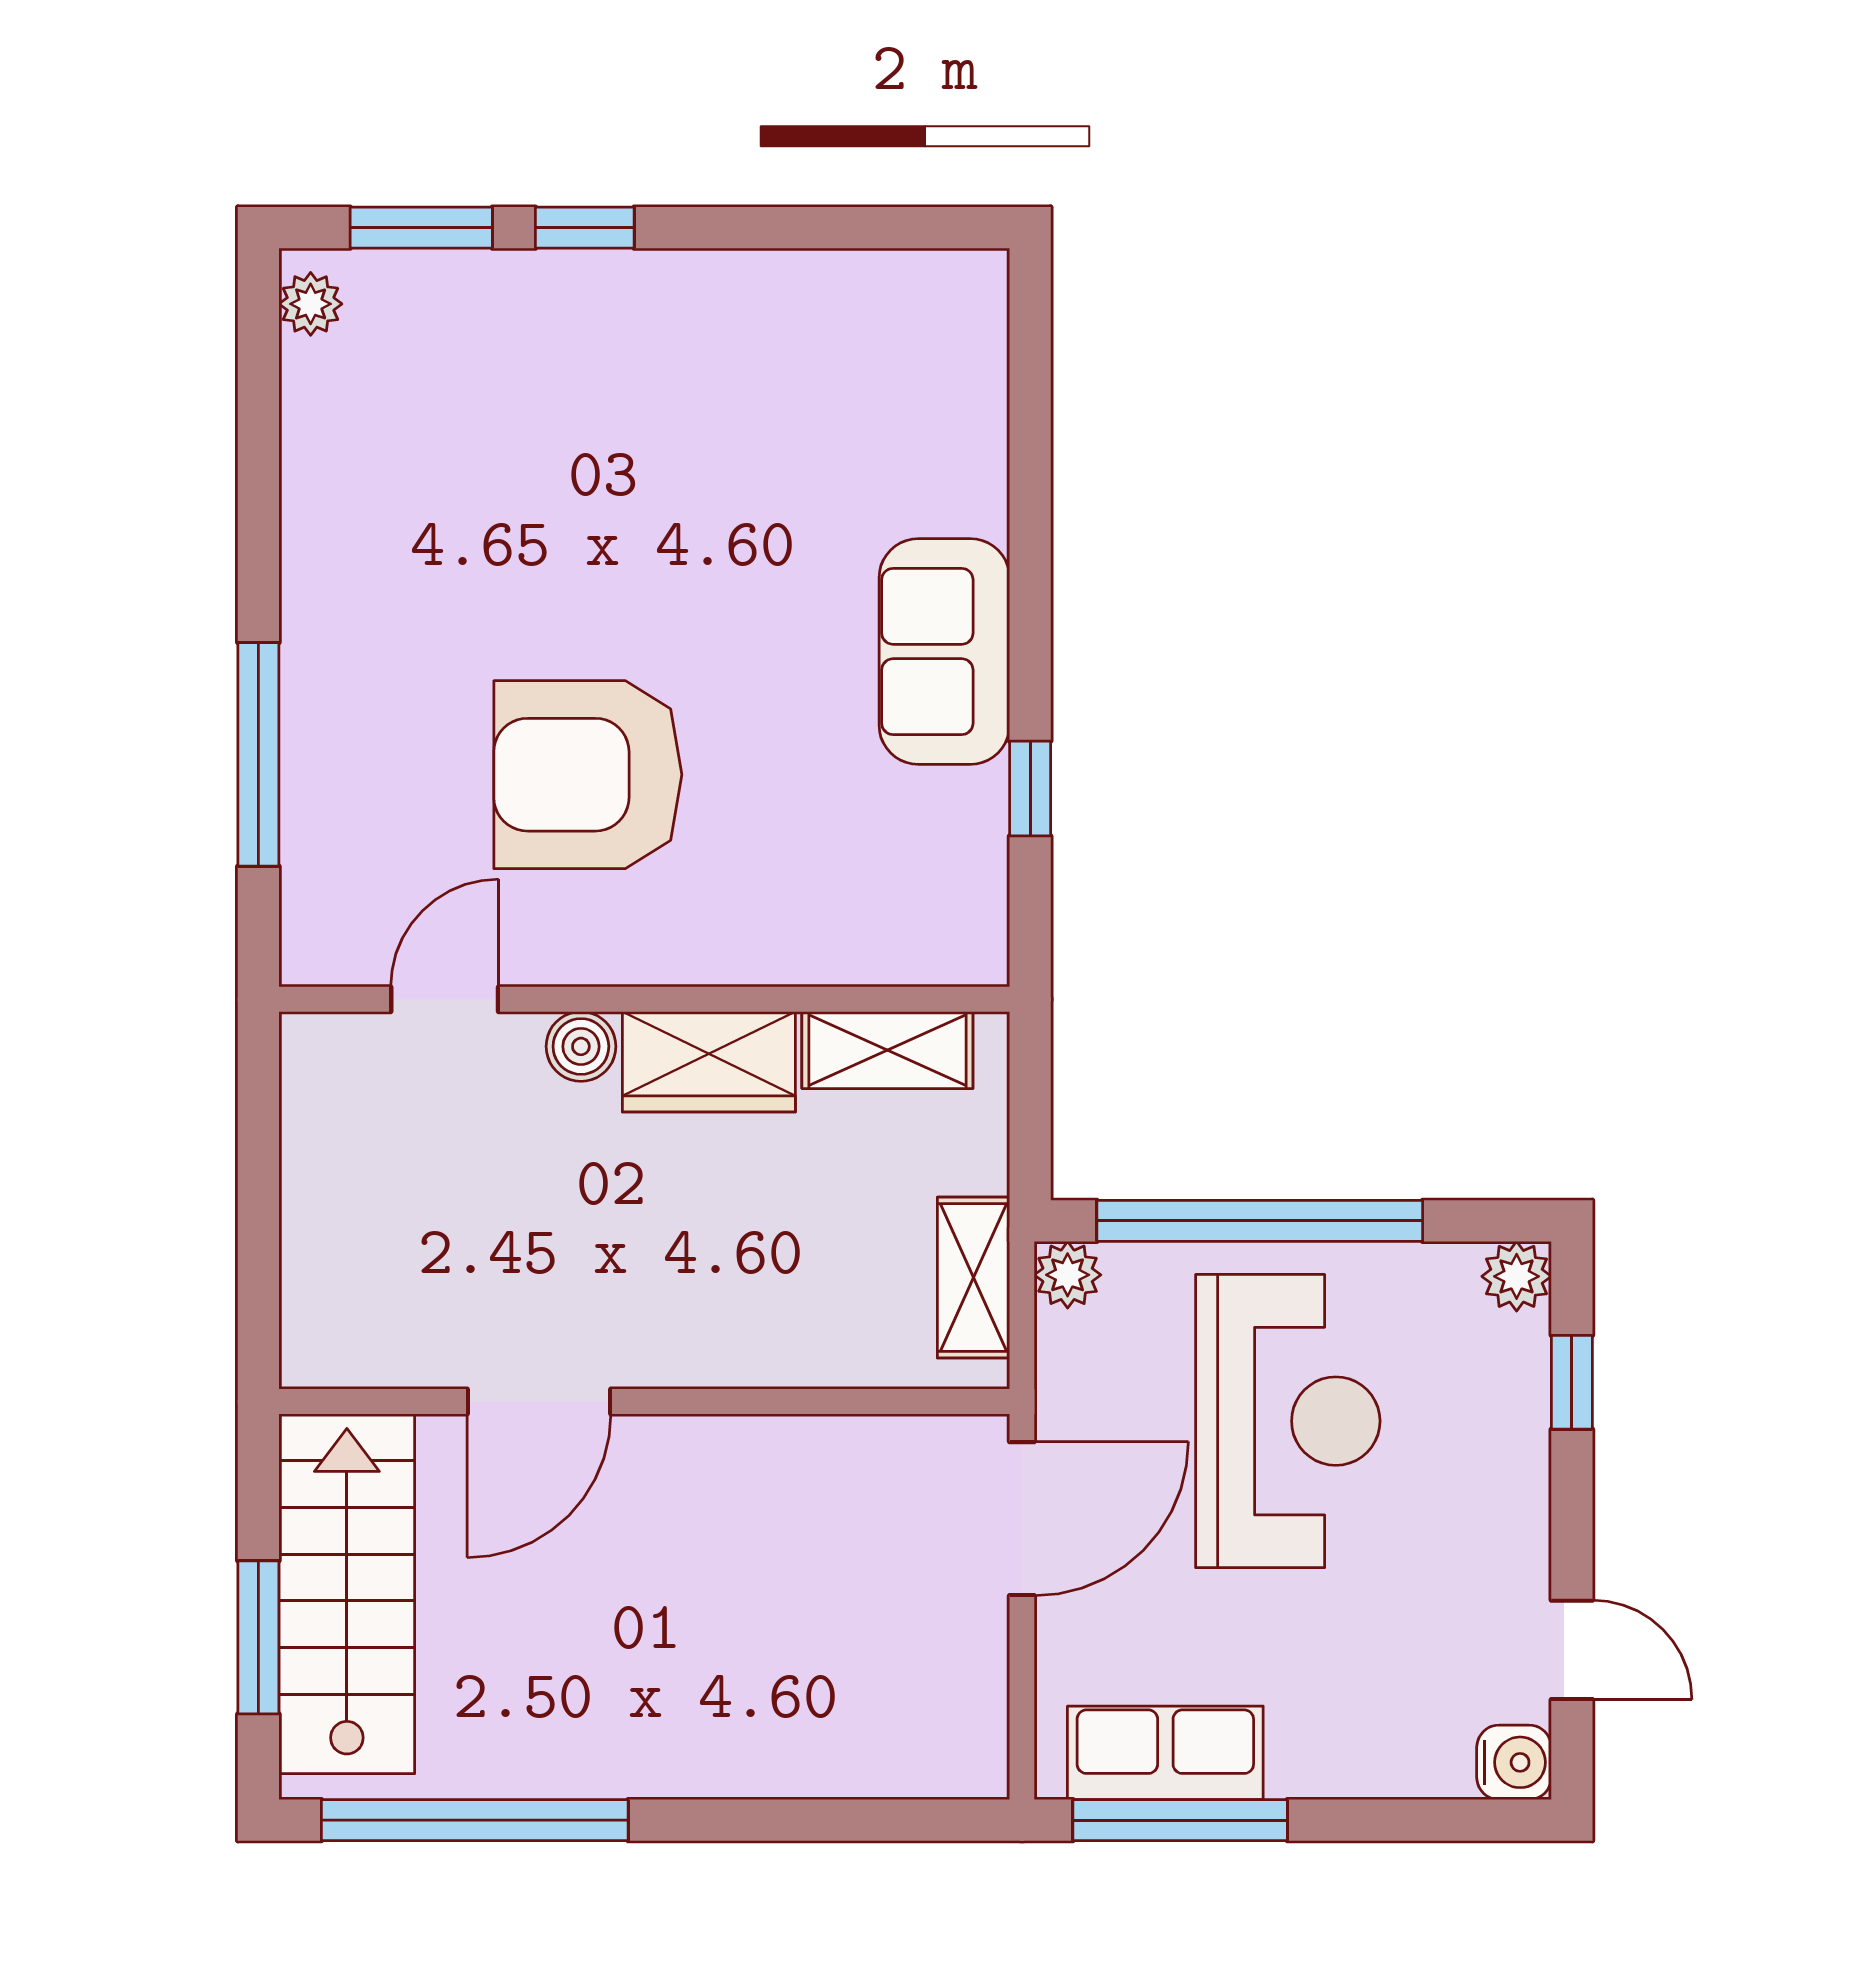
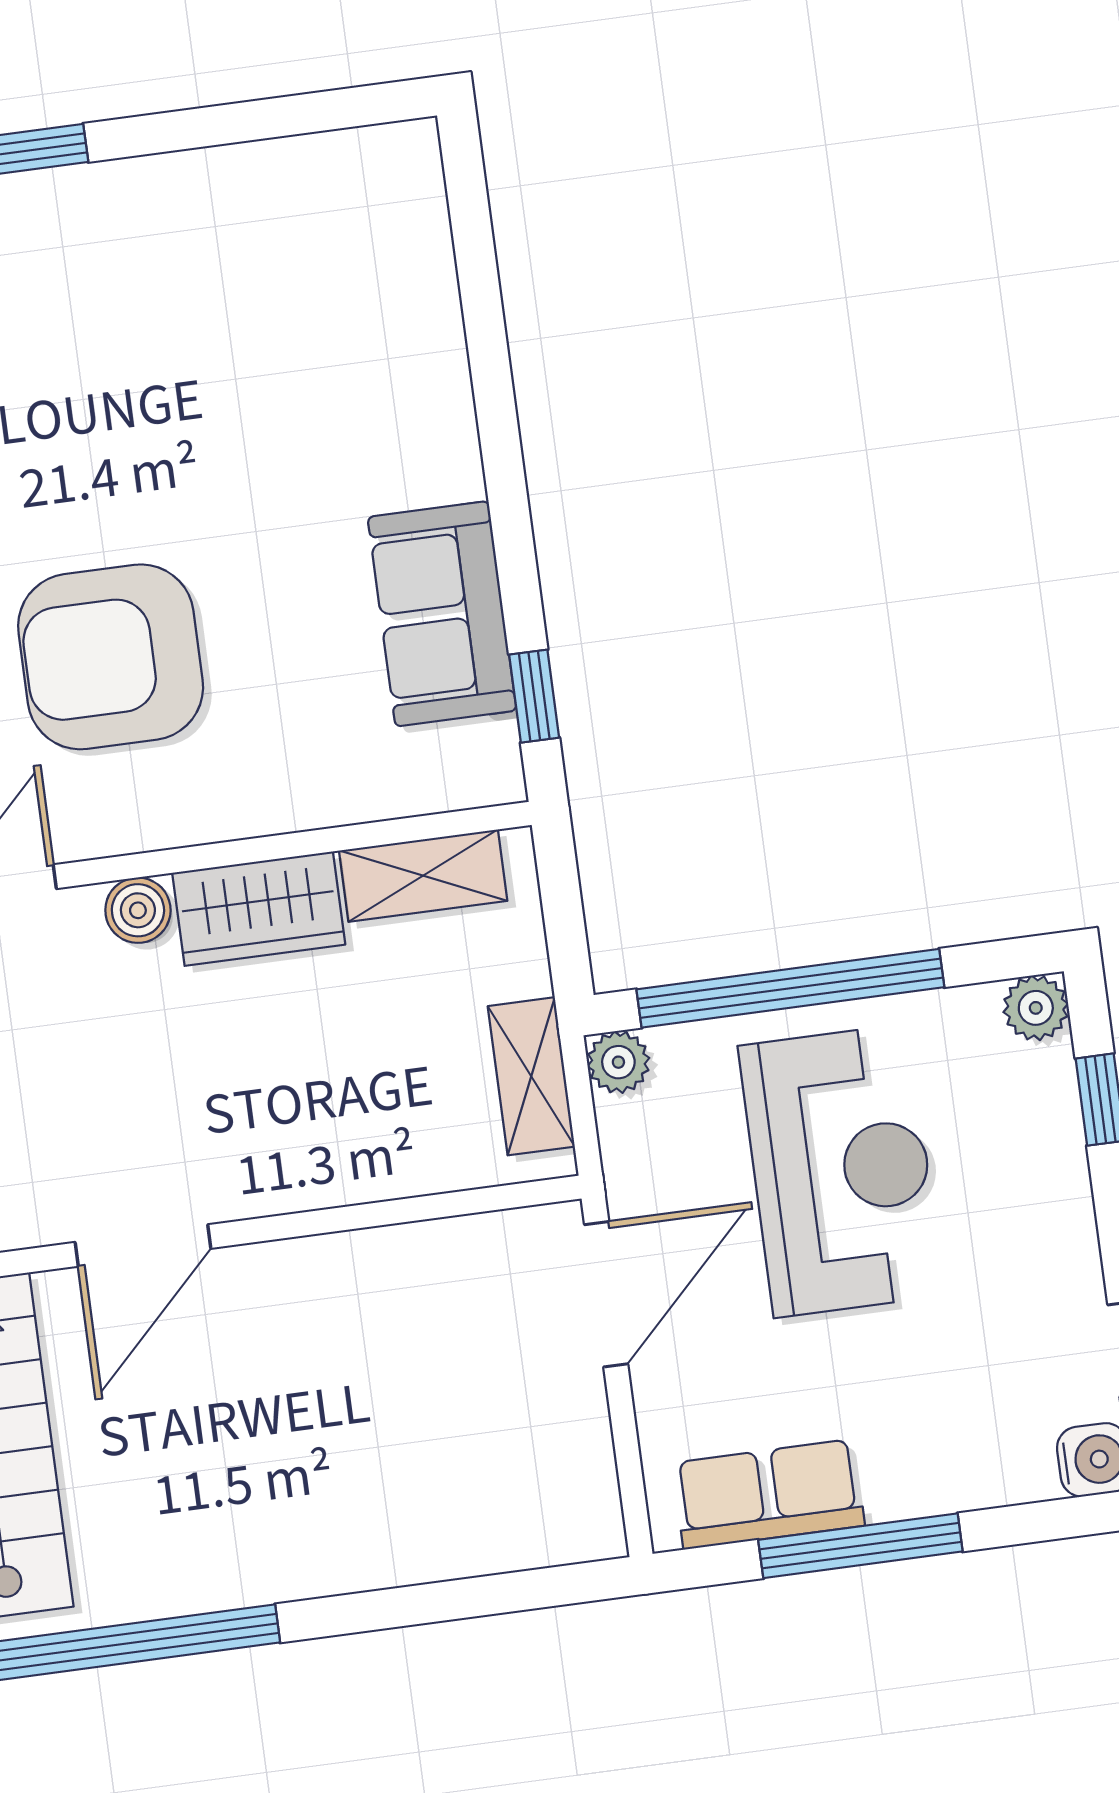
sofa: (944, 651) -> (442, 614), moved
window: (1030, 789) -> (534, 696), moved
window: (1180, 1820) -> (860, 1546), moved

